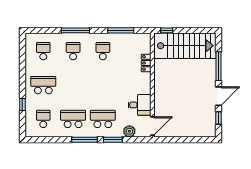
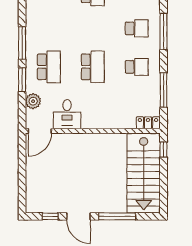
locker: (146, 63) -> (148, 123), moved
school desk: (73, 119) -> (93, 67), moved
door: (152, 126) -> (40, 131), hinge flipped

